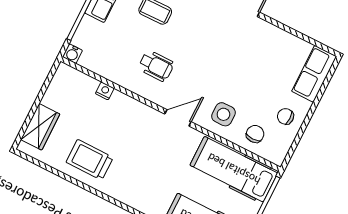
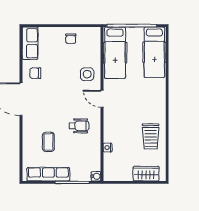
wheelchair: (156, 66) -> (79, 126), turned 90
row of seats: (314, 74) -> (30, 43), moved, turned -90
chair: (255, 134) -> (35, 73), moved

